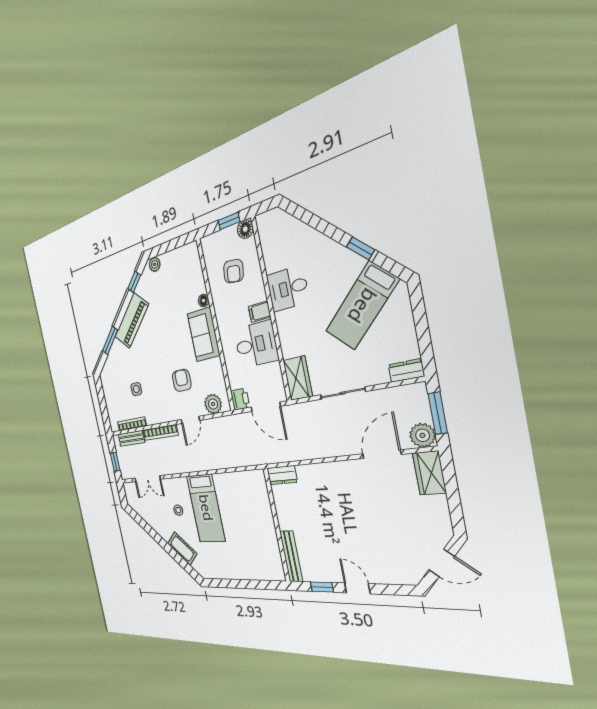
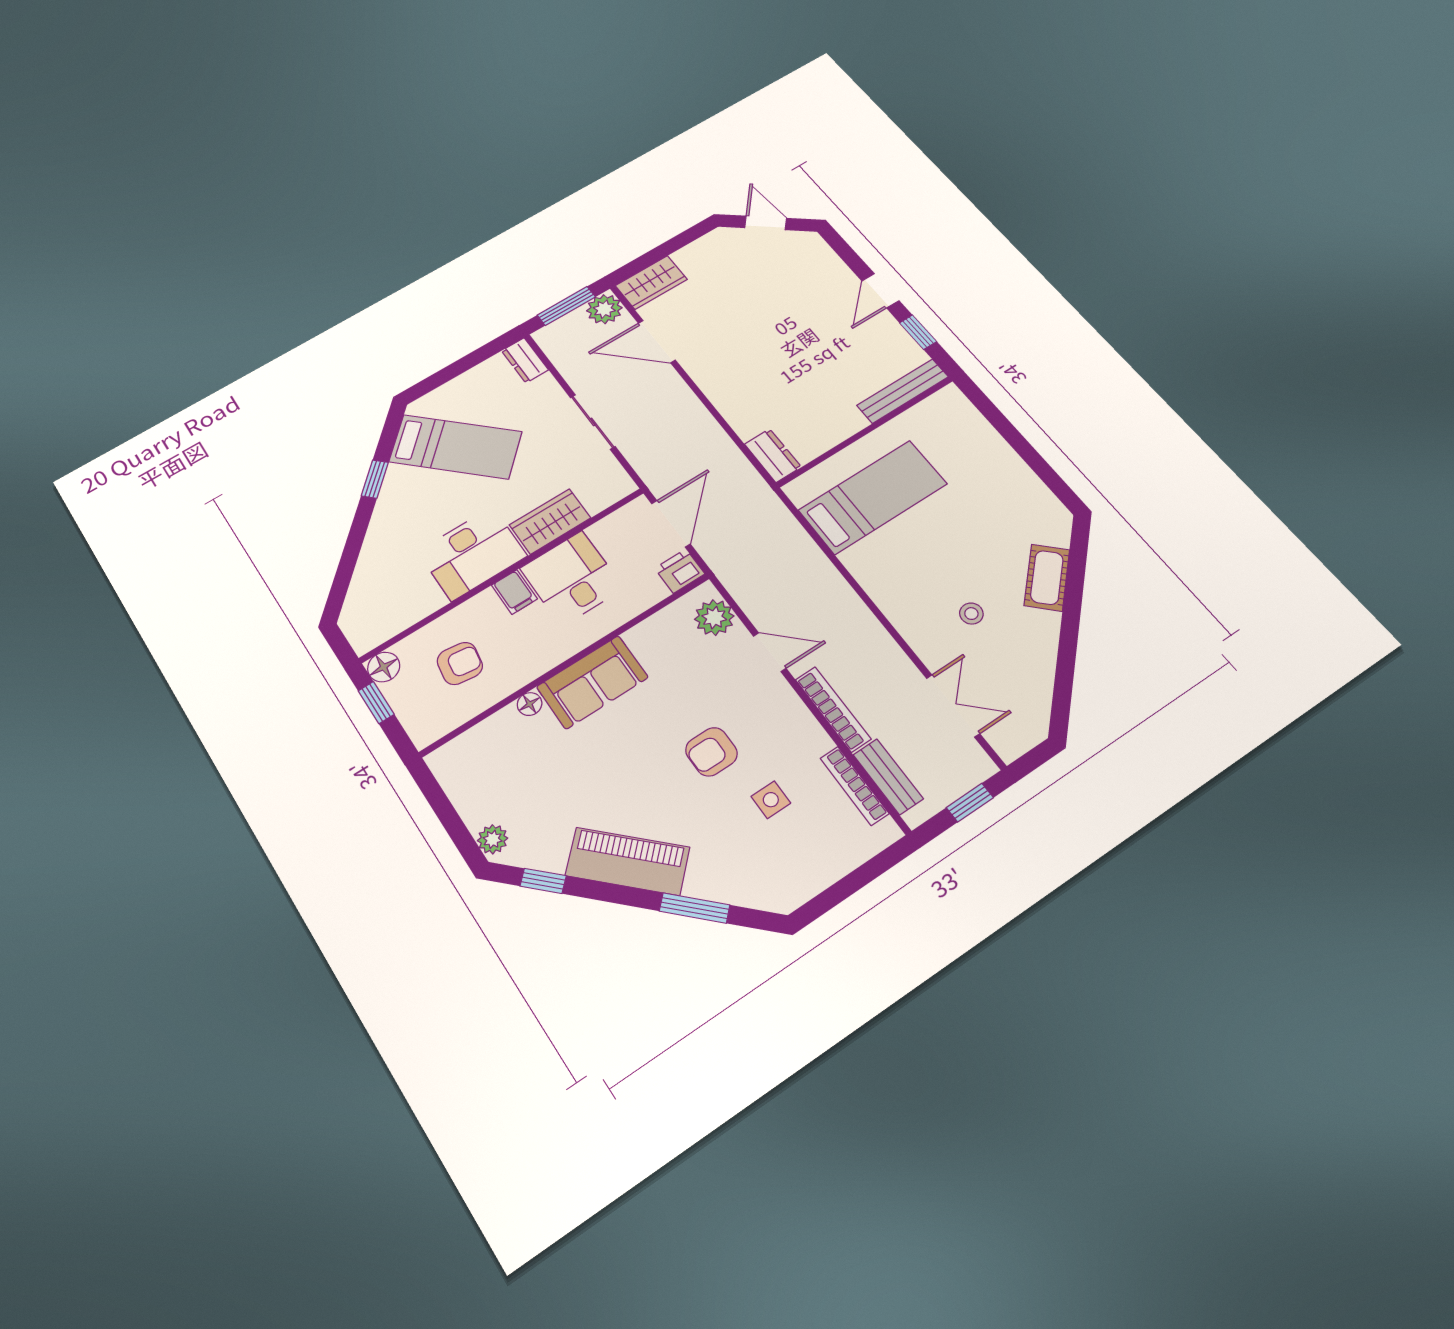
desk: (288, 289) -> (472, 554), width x1.37
wardrobe: (298, 378) -> (550, 521), moved
armchair: (182, 380) -> (711, 752), moved
bed: (206, 508) -> (873, 497), moved

